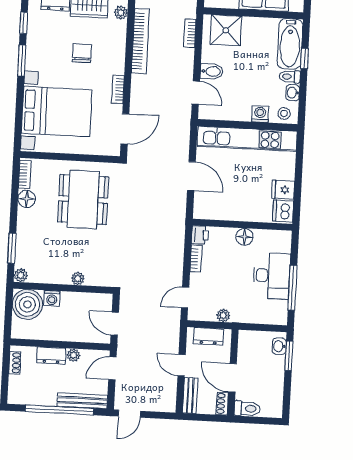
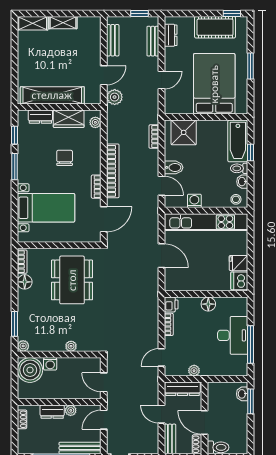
bookcase: (140, 41) -> (113, 171), moved
bed with nightstands: (57, 112) -> (46, 208), width x0.73
washing machine: (260, 114) -> (194, 201), moved
dresser: (208, 336) -> (183, 389), width x1.44

